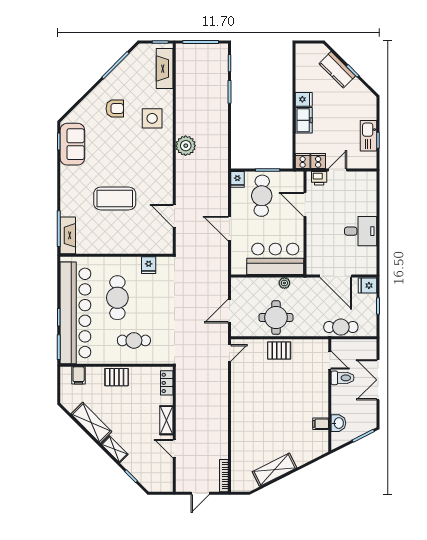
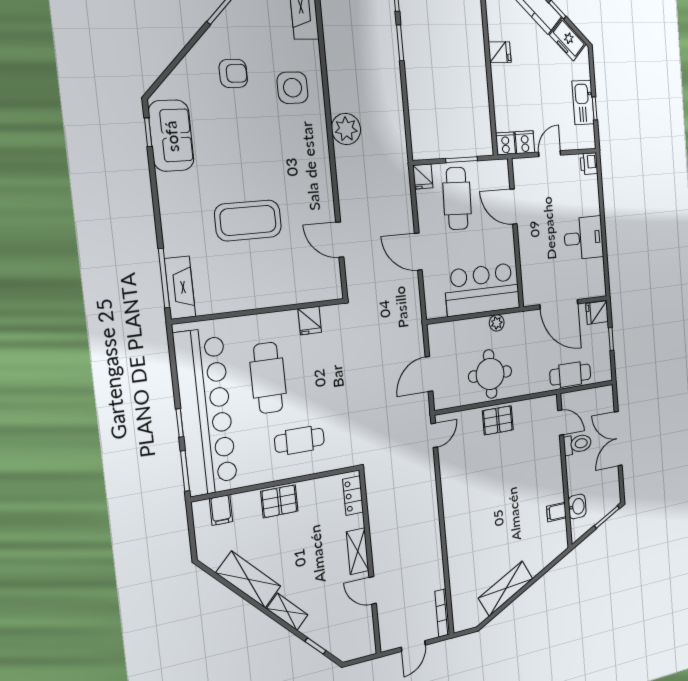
freezer: (304, 120) -> (568, 40), moved, turned 135
printer: (319, 178) -> (589, 164), moved, turned 90

